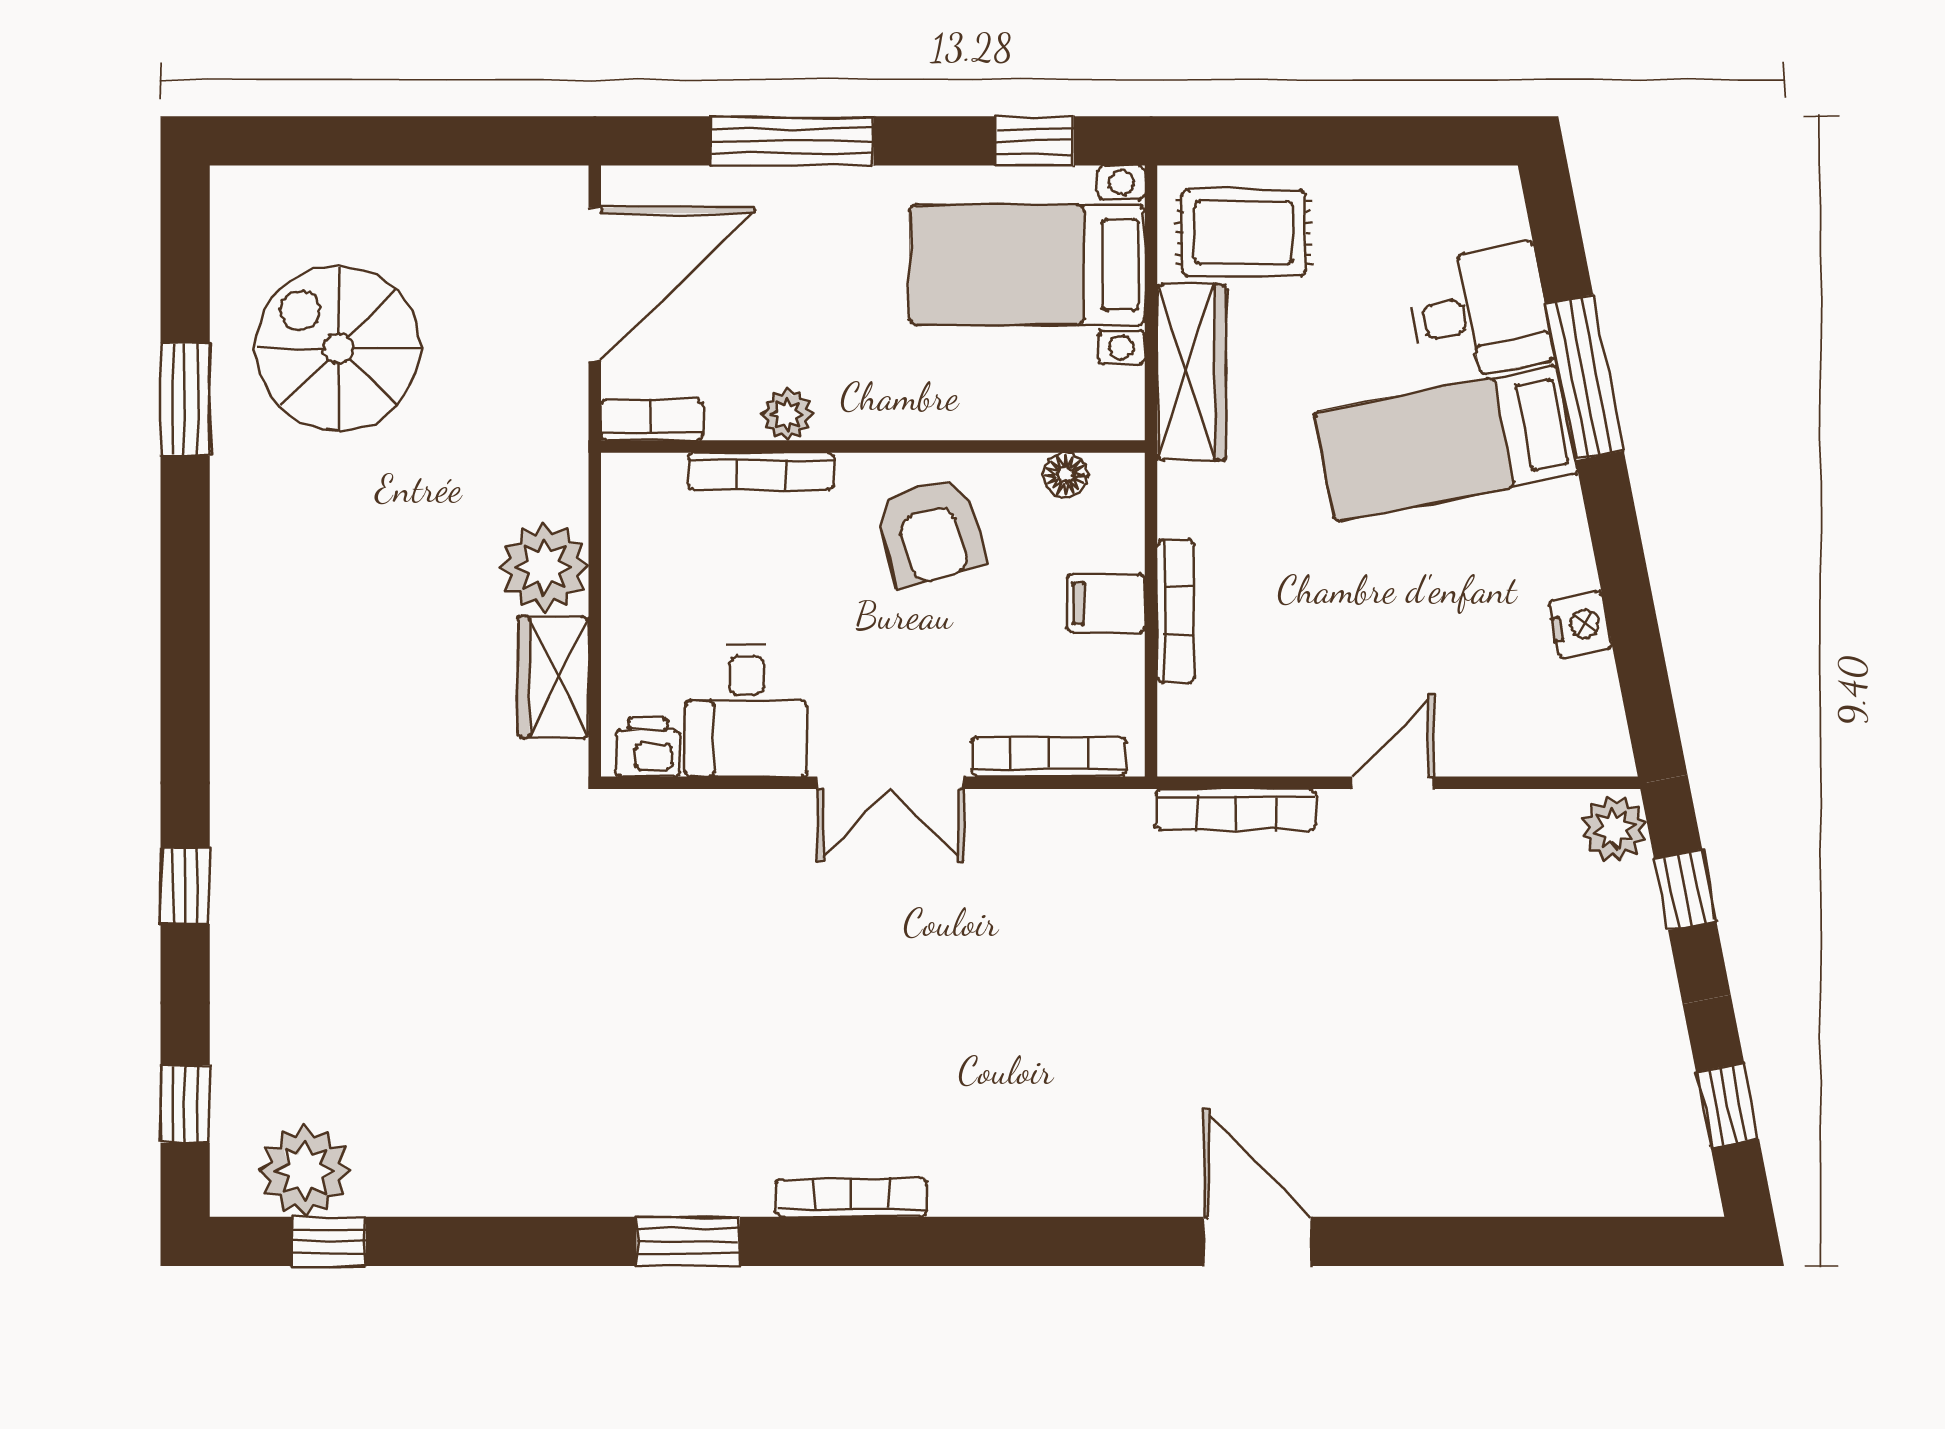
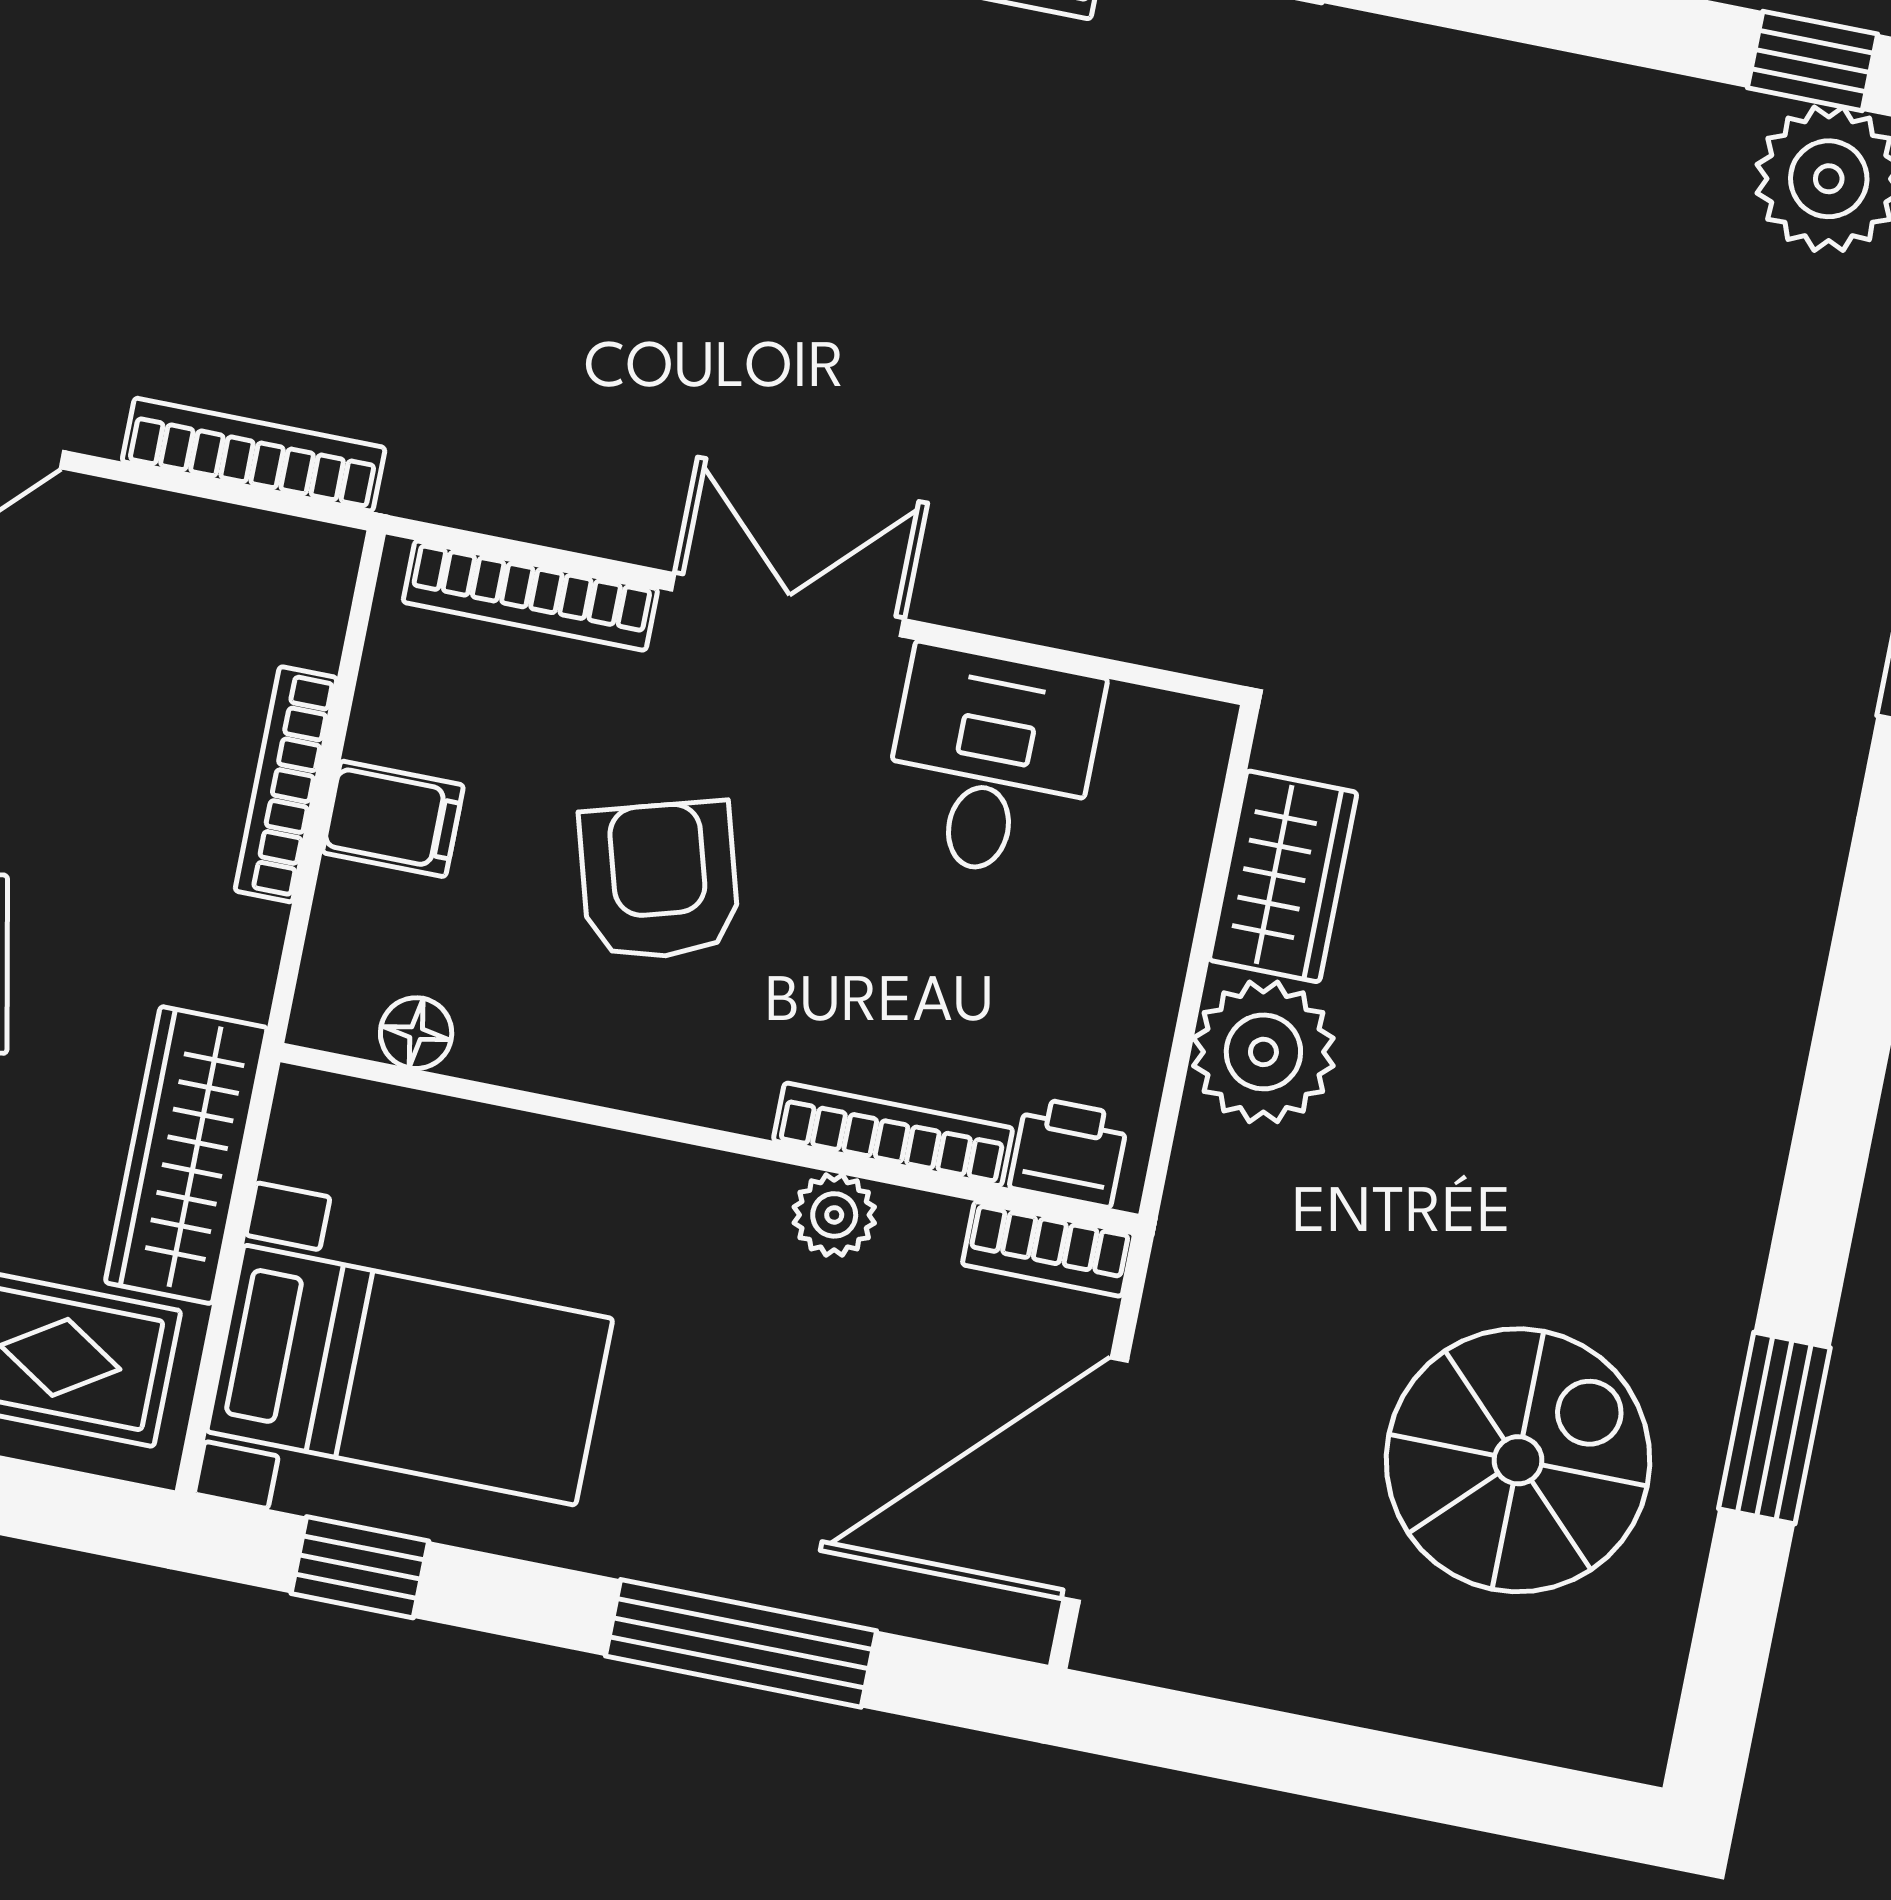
spiral stairs: (338, 348) -> (1518, 1460), turned -90
armchair: (930, 532) -> (659, 881), moved
printer: (648, 747) -> (1069, 1152), moved, turned 180

